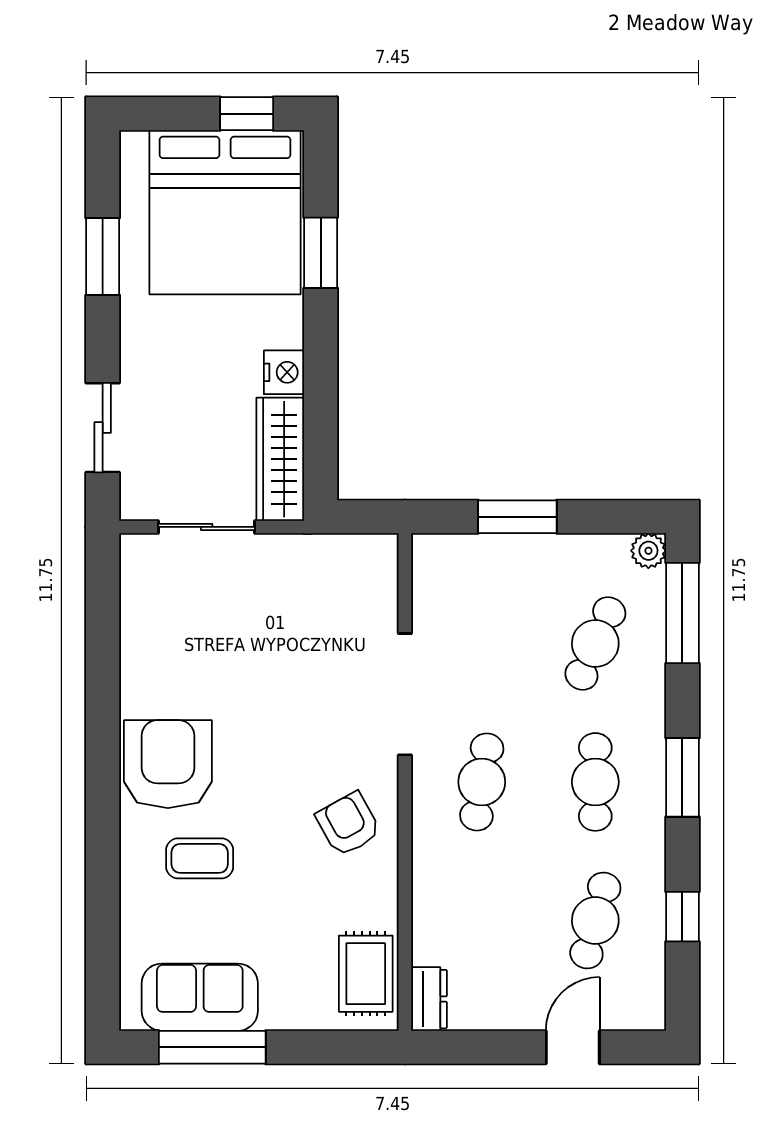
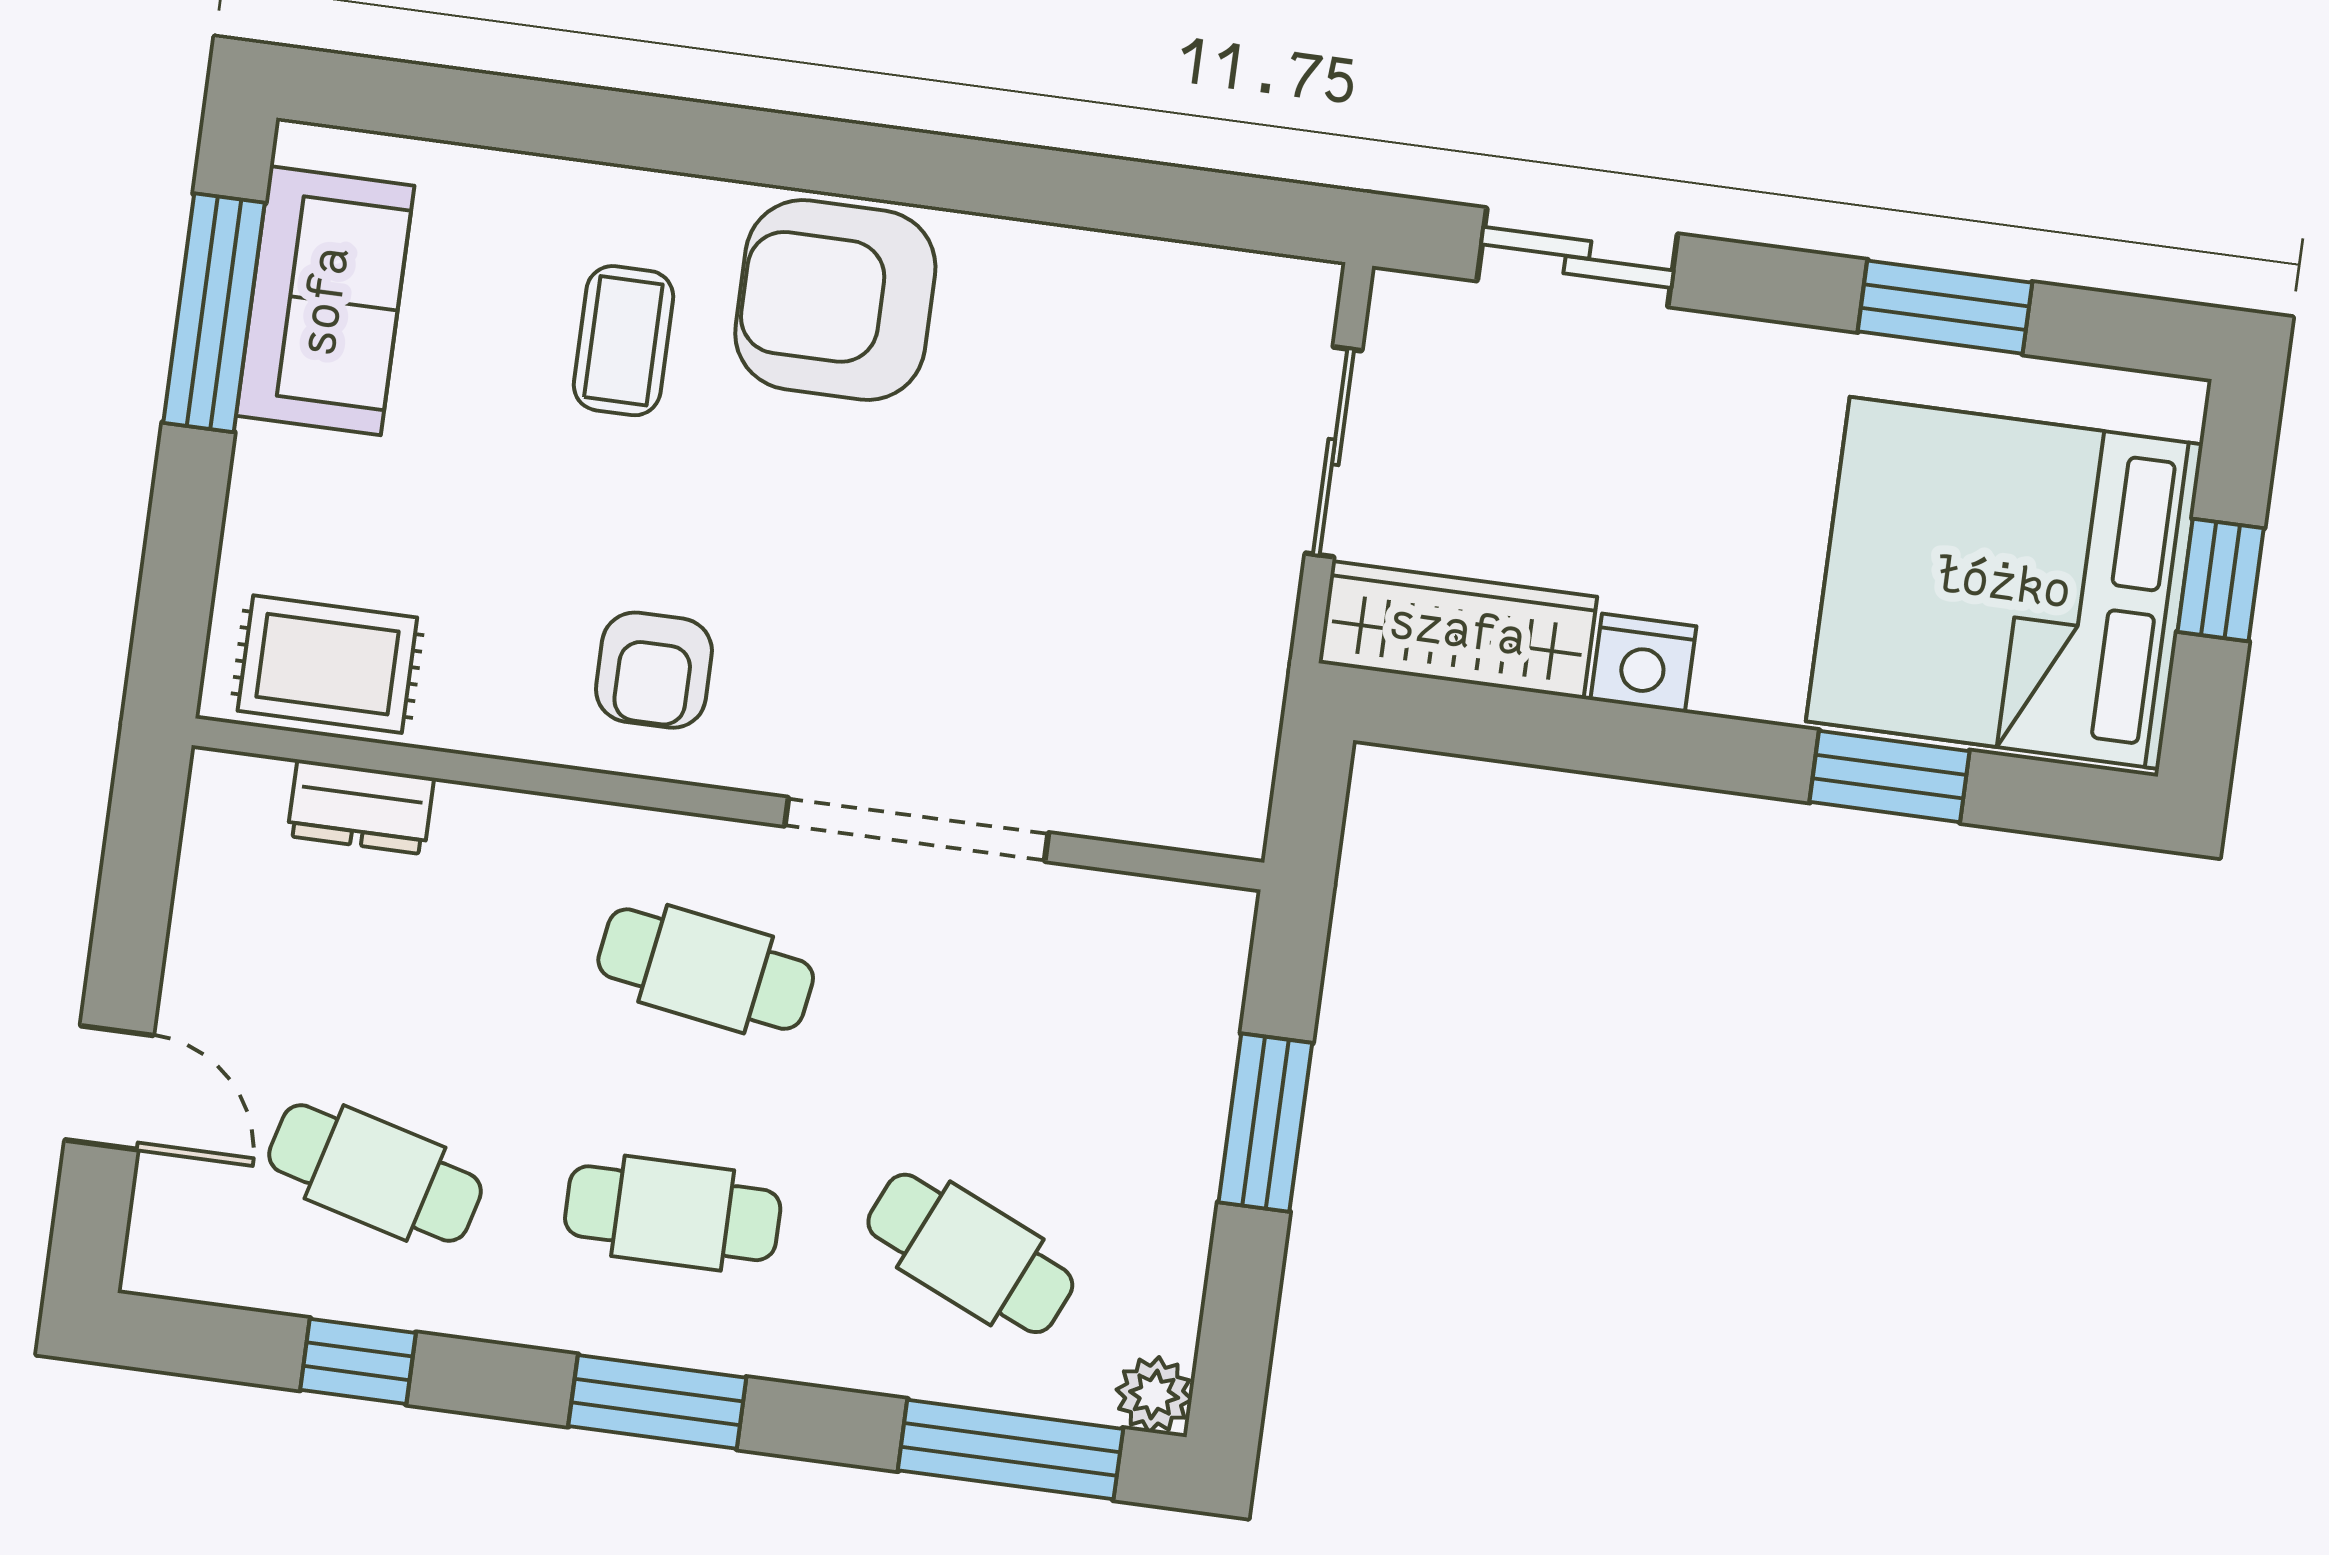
window: (247, 114) -> (2221, 580), moved
armchair: (168, 764) -> (835, 300), turned 180
armchair: (348, 824) -> (654, 670), turned 119
dresser: (429, 999) -> (361, 807), moved

